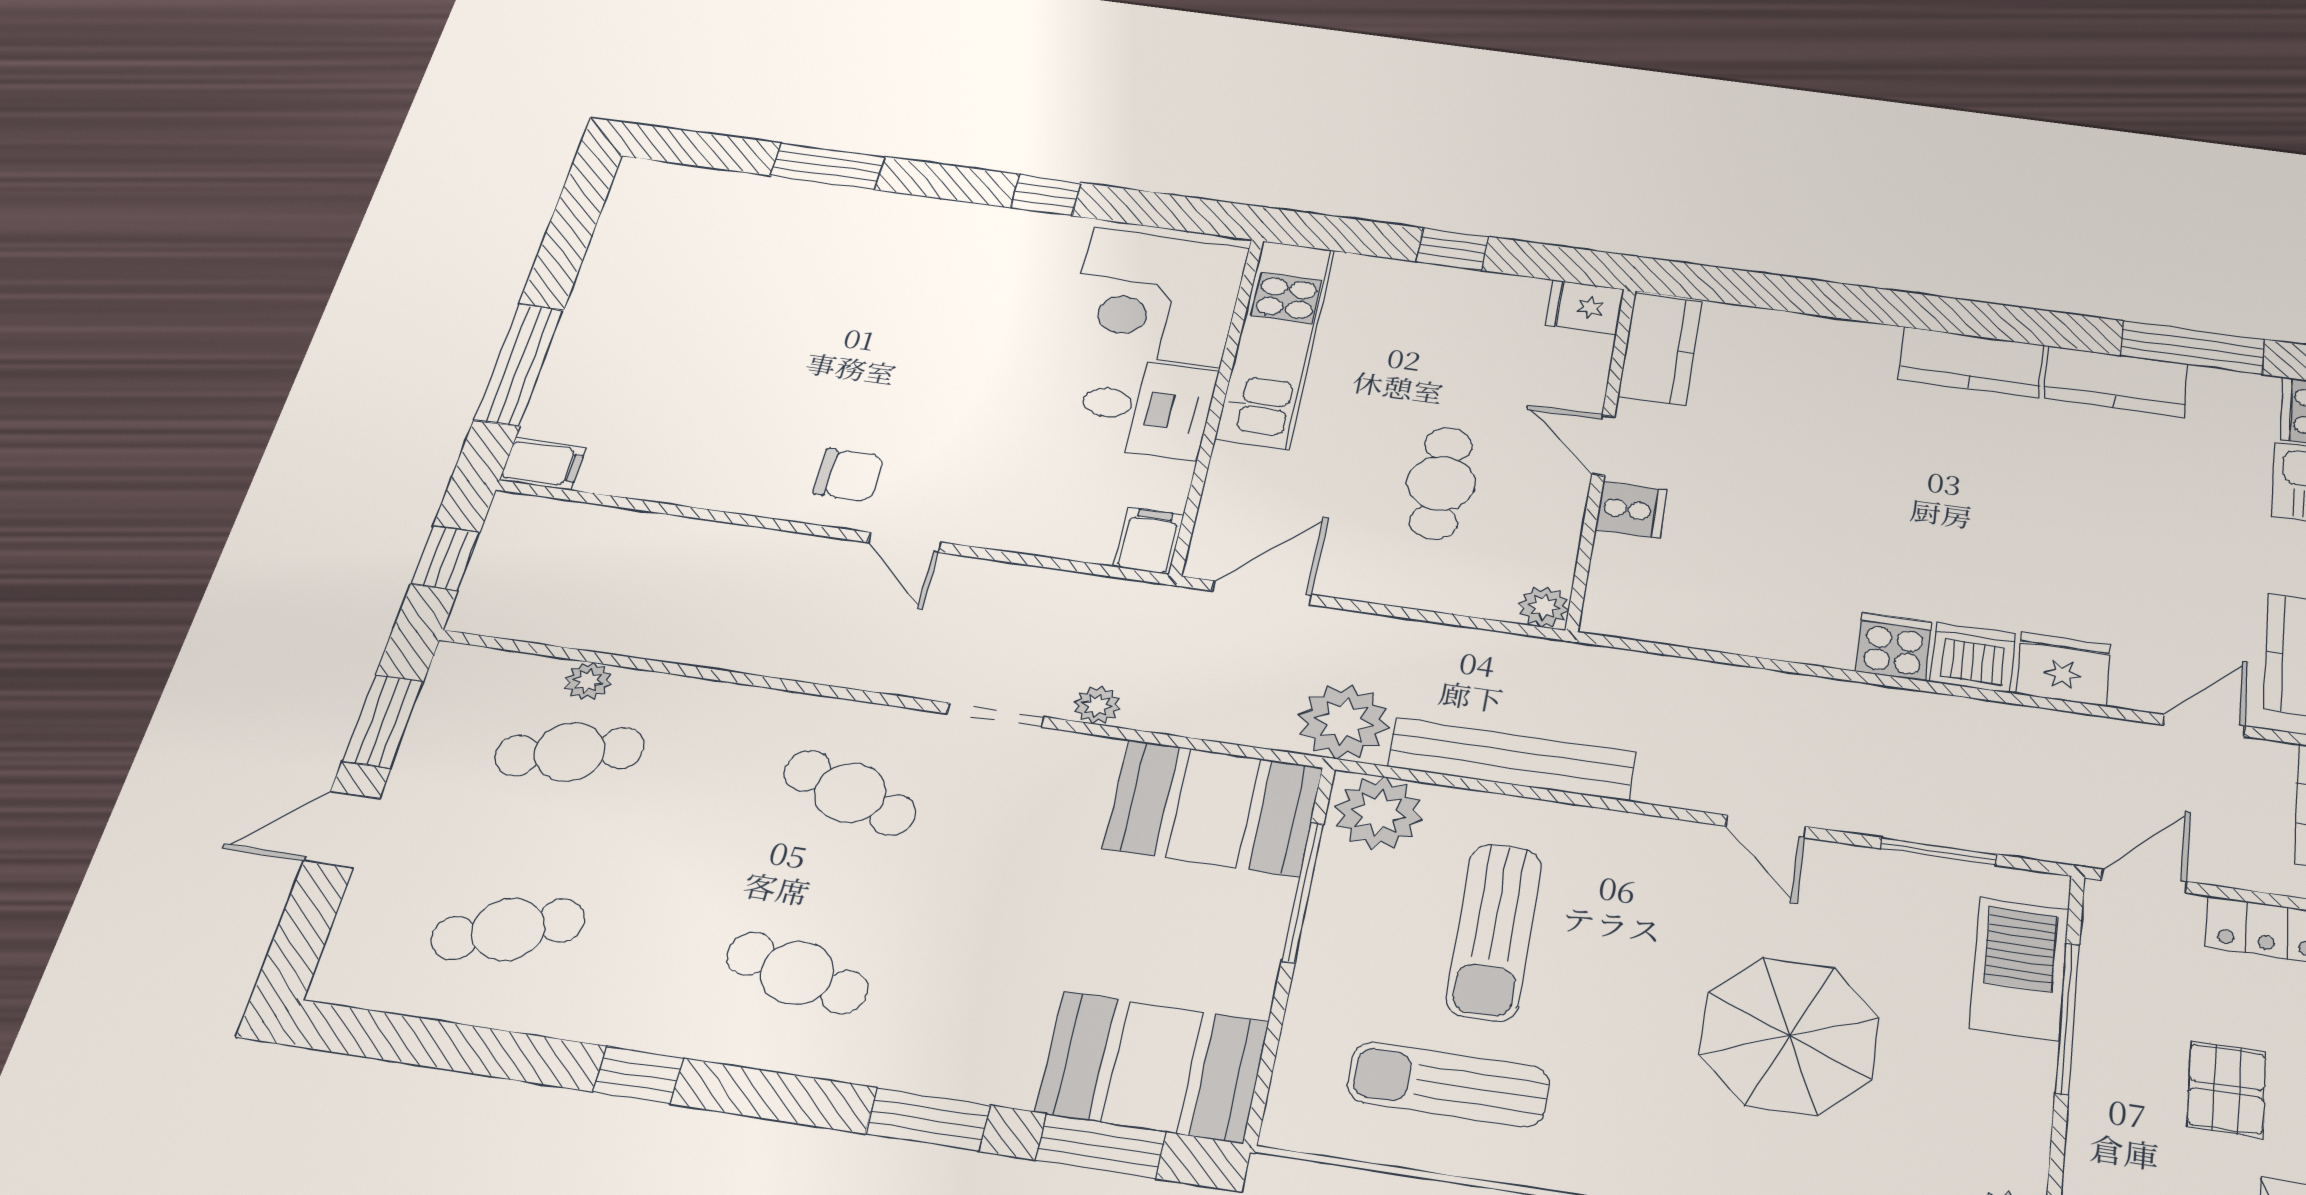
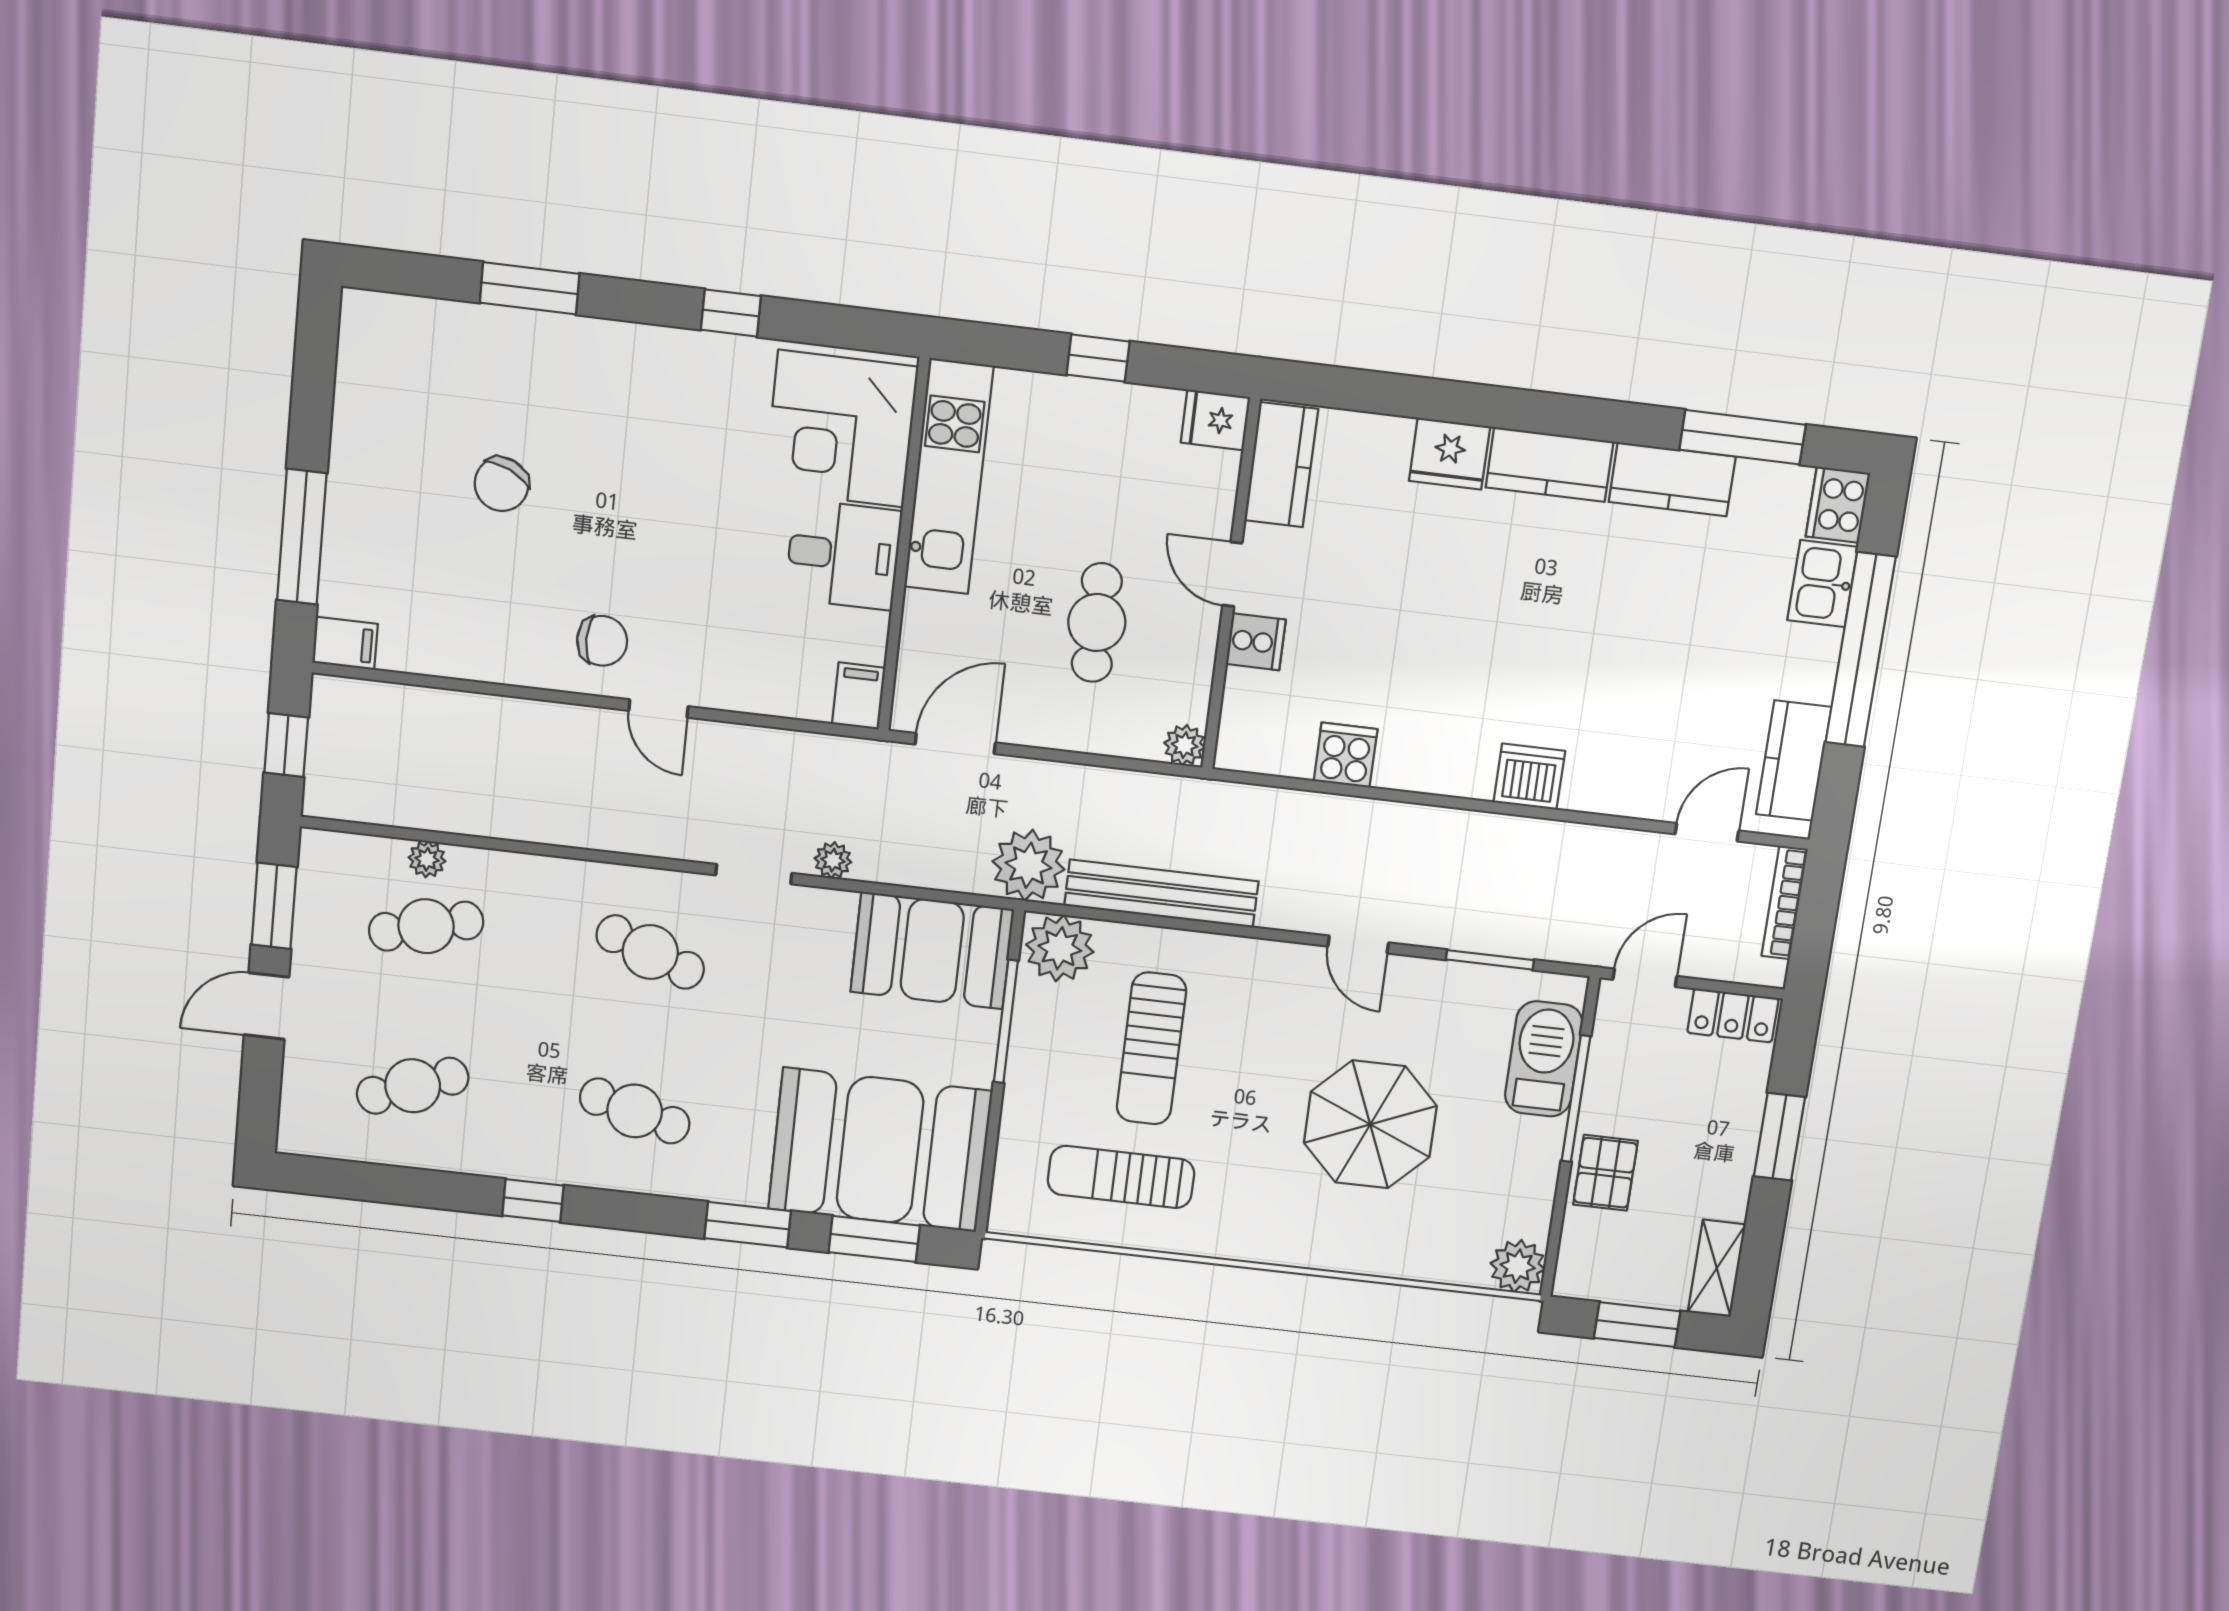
chair: (760, 328) -> (501, 484), added
cooker: (1894, 647) -> (1346, 755), moved
fridge: (2063, 669) -> (1450, 454), moved, turned 180
booth: (1153, 1067) -> (880, 1150), width x1.36, depth x1.42
pallet: (2227, 1089) -> (1605, 1173), moved

